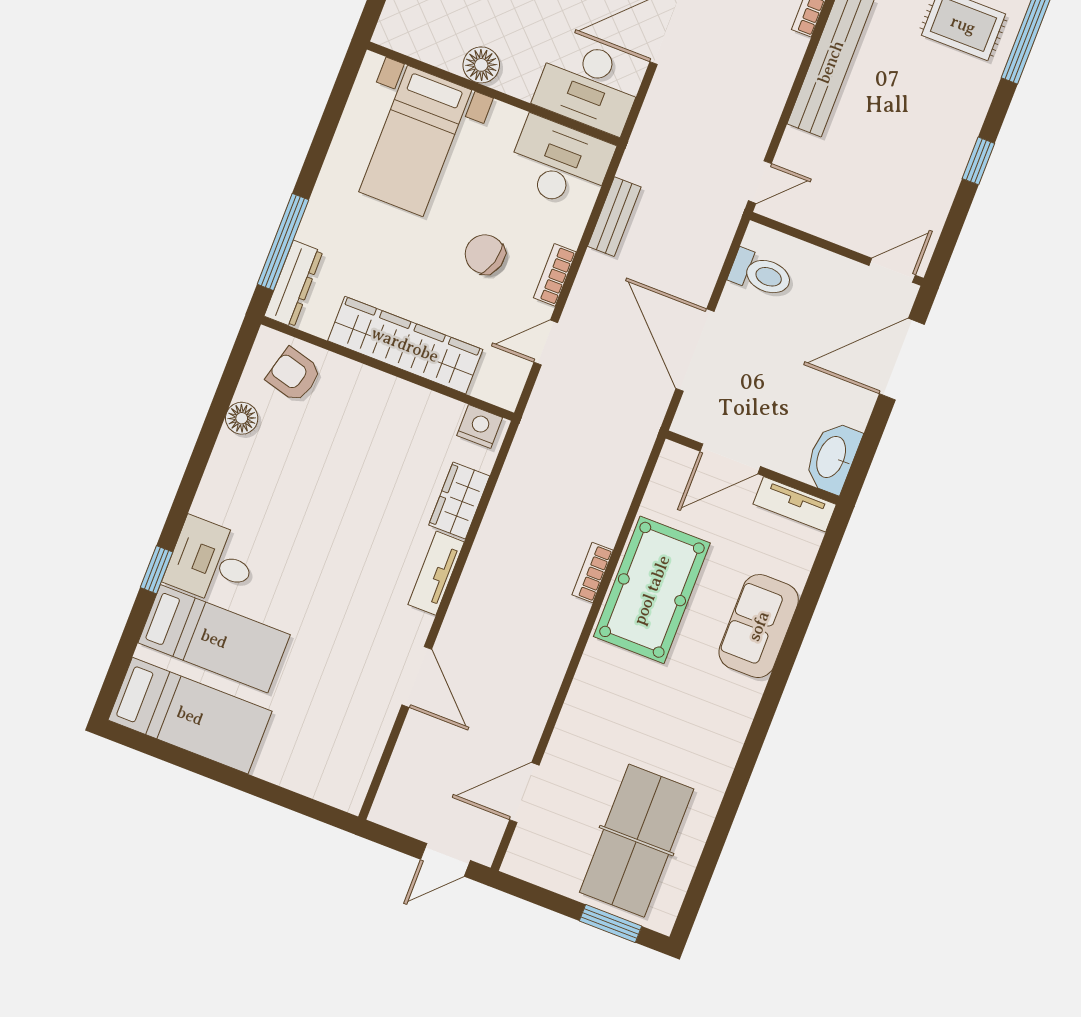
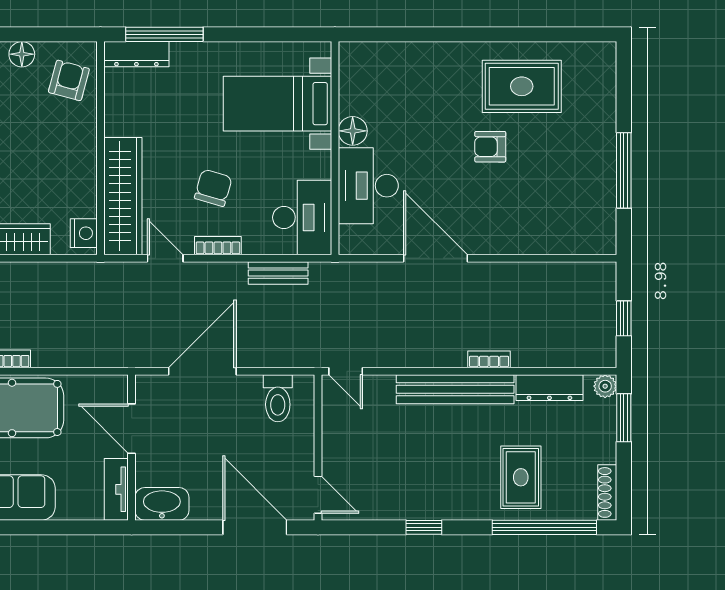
desk: (589, 86) -> (368, 186), moved
wardrobe: (405, 345) -> (123, 196), moved

